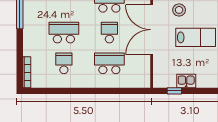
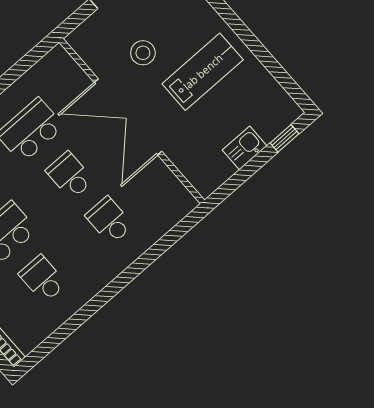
school desk: (109, 63) -> (109, 221), width x0.54
window: (174, 91) -> (284, 138), moved

